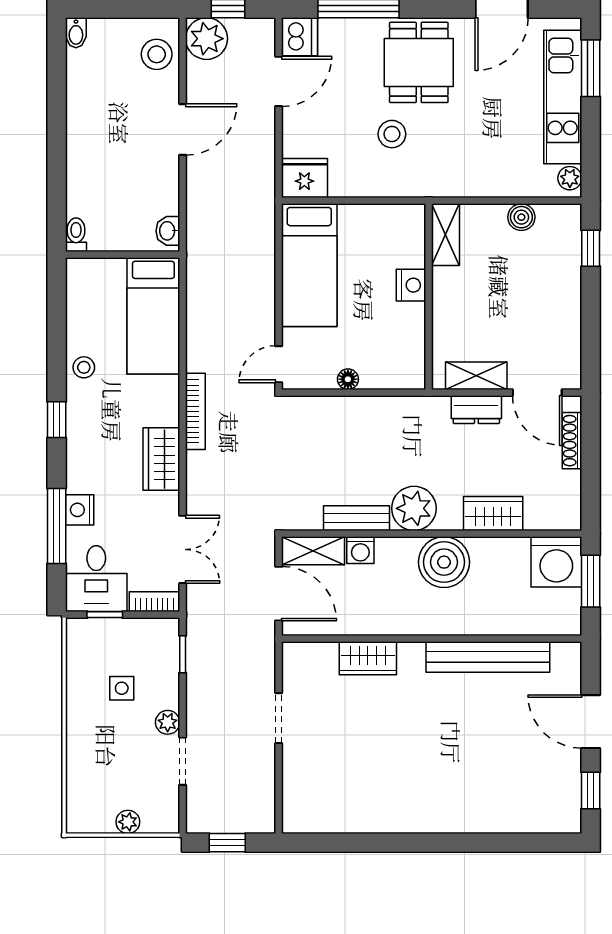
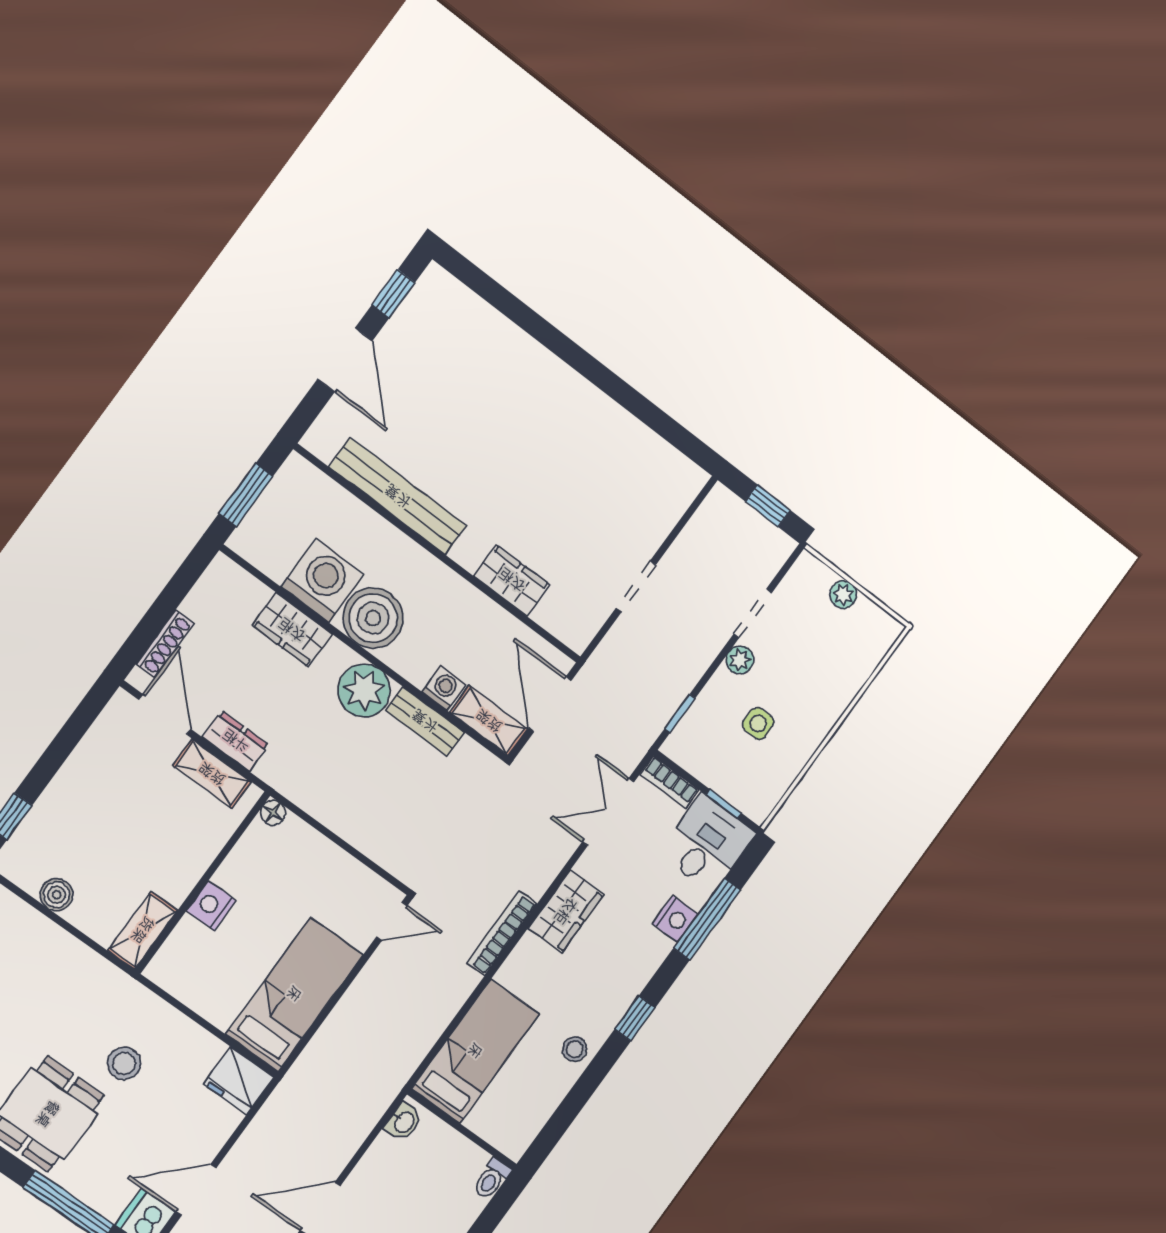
floor lamp: (348, 379) -> (273, 813), moved
washing machine: (556, 562) -> (322, 581), moved

